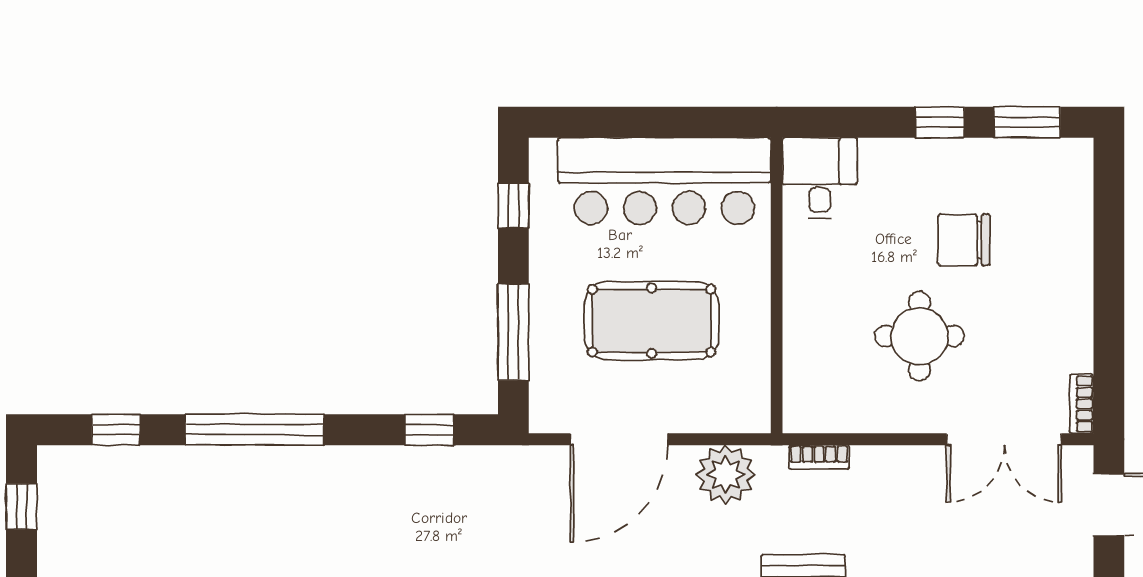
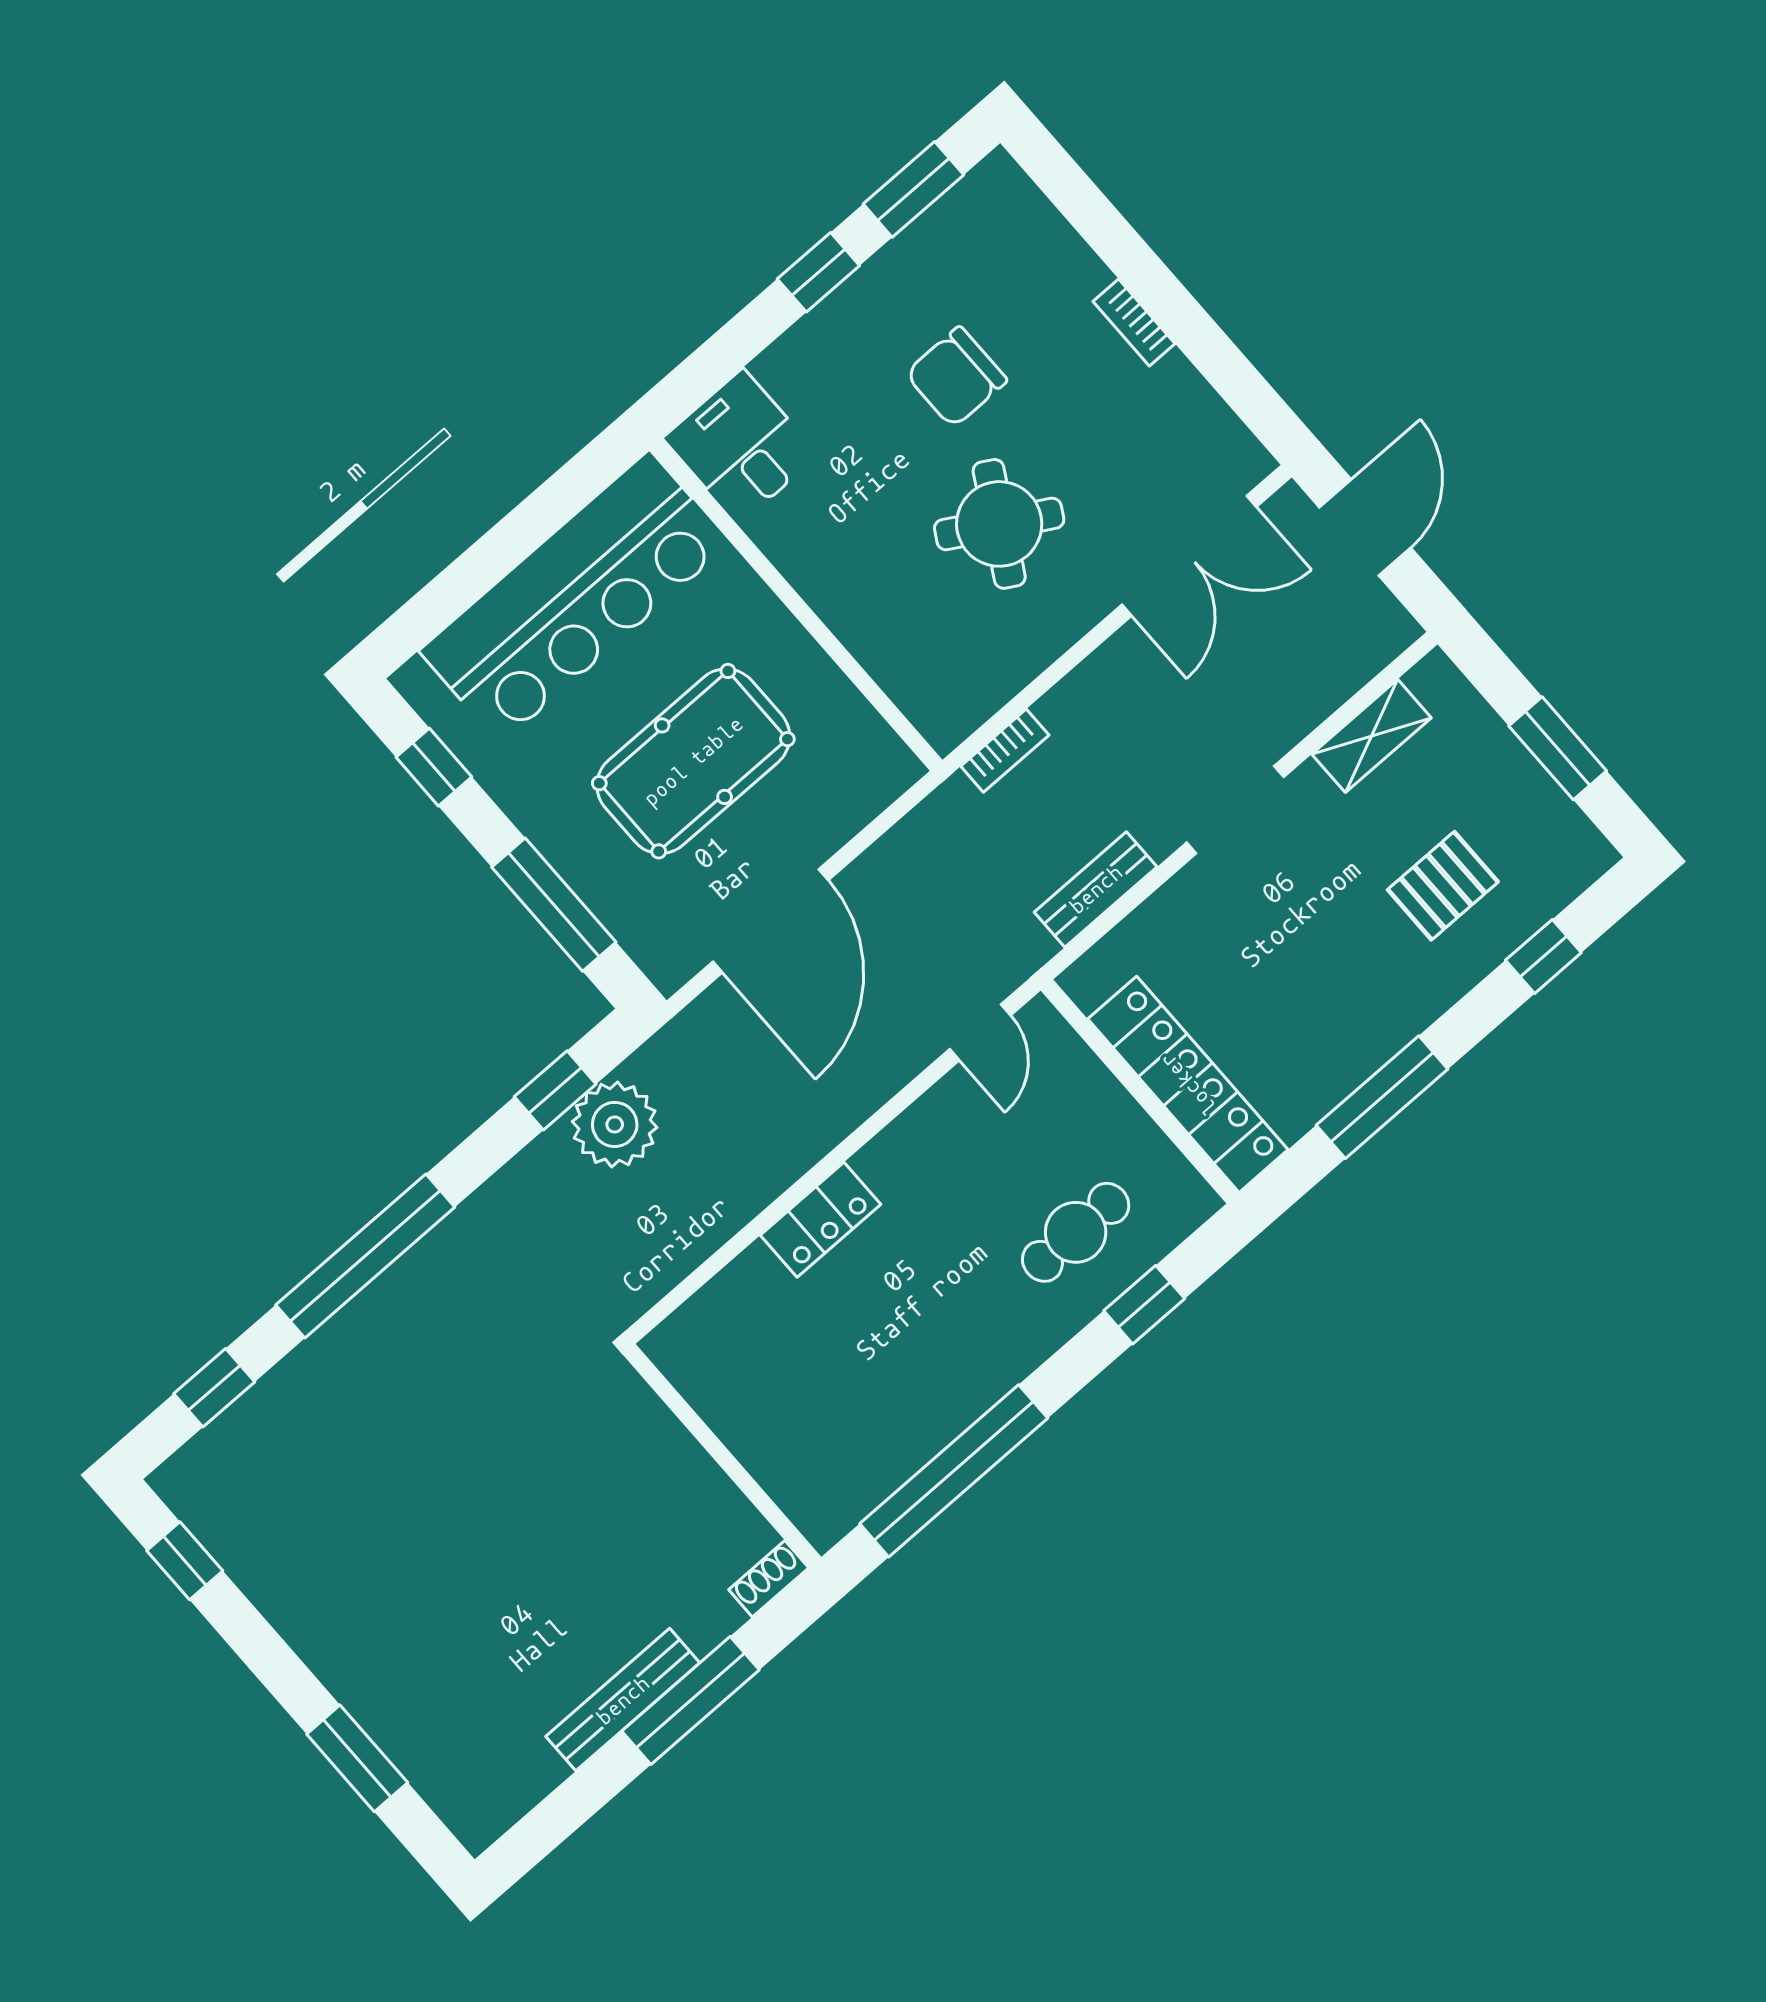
round table: (919, 336) -> (999, 524), turned 30
bookcase: (1082, 404) -> (1134, 323), moved
plant: (726, 475) -> (615, 1124), moved

